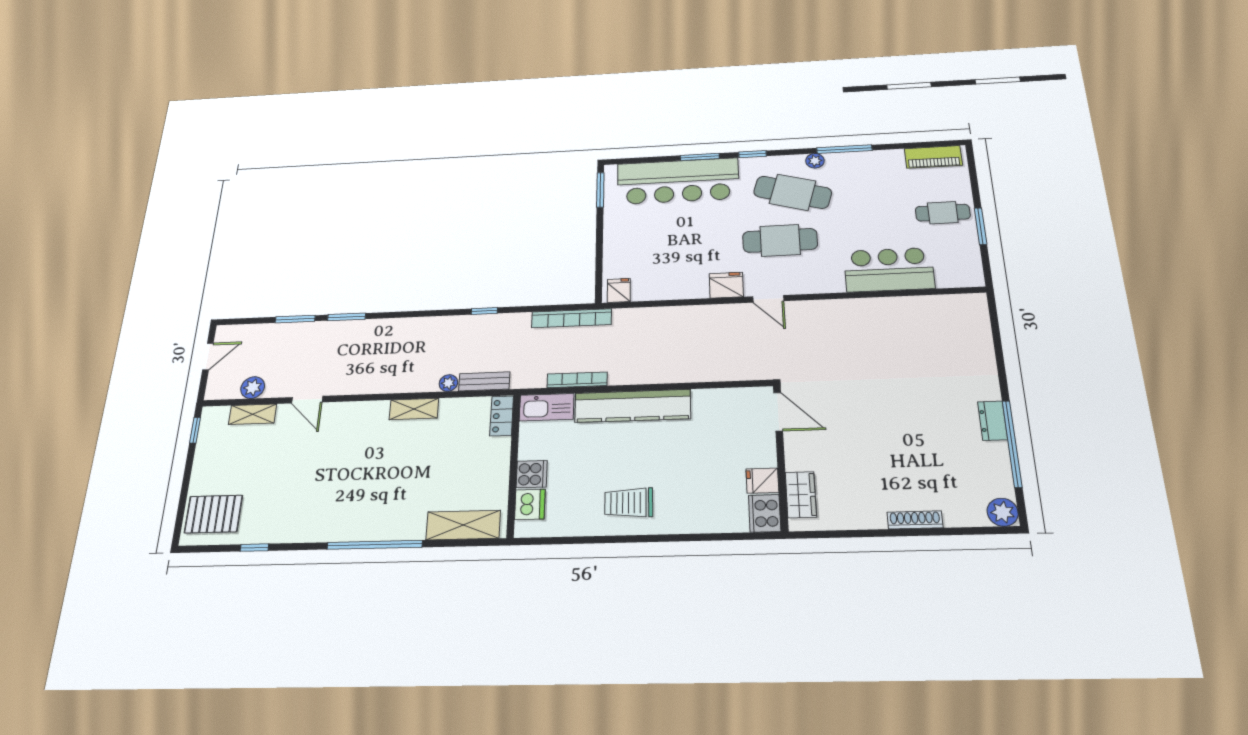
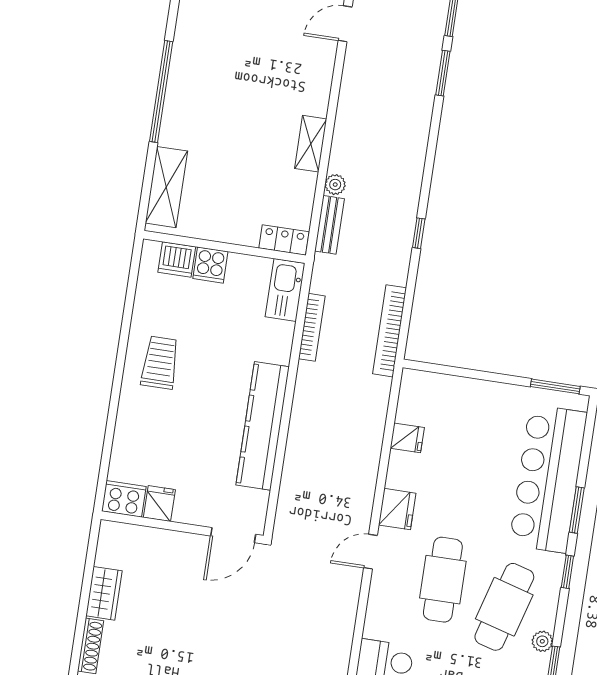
fridge: (619, 290) -> (407, 438), moved
kitchen counter: (633, 406) -> (263, 426), moved
wardrobe: (801, 495) -> (104, 593), moved, turned -90

